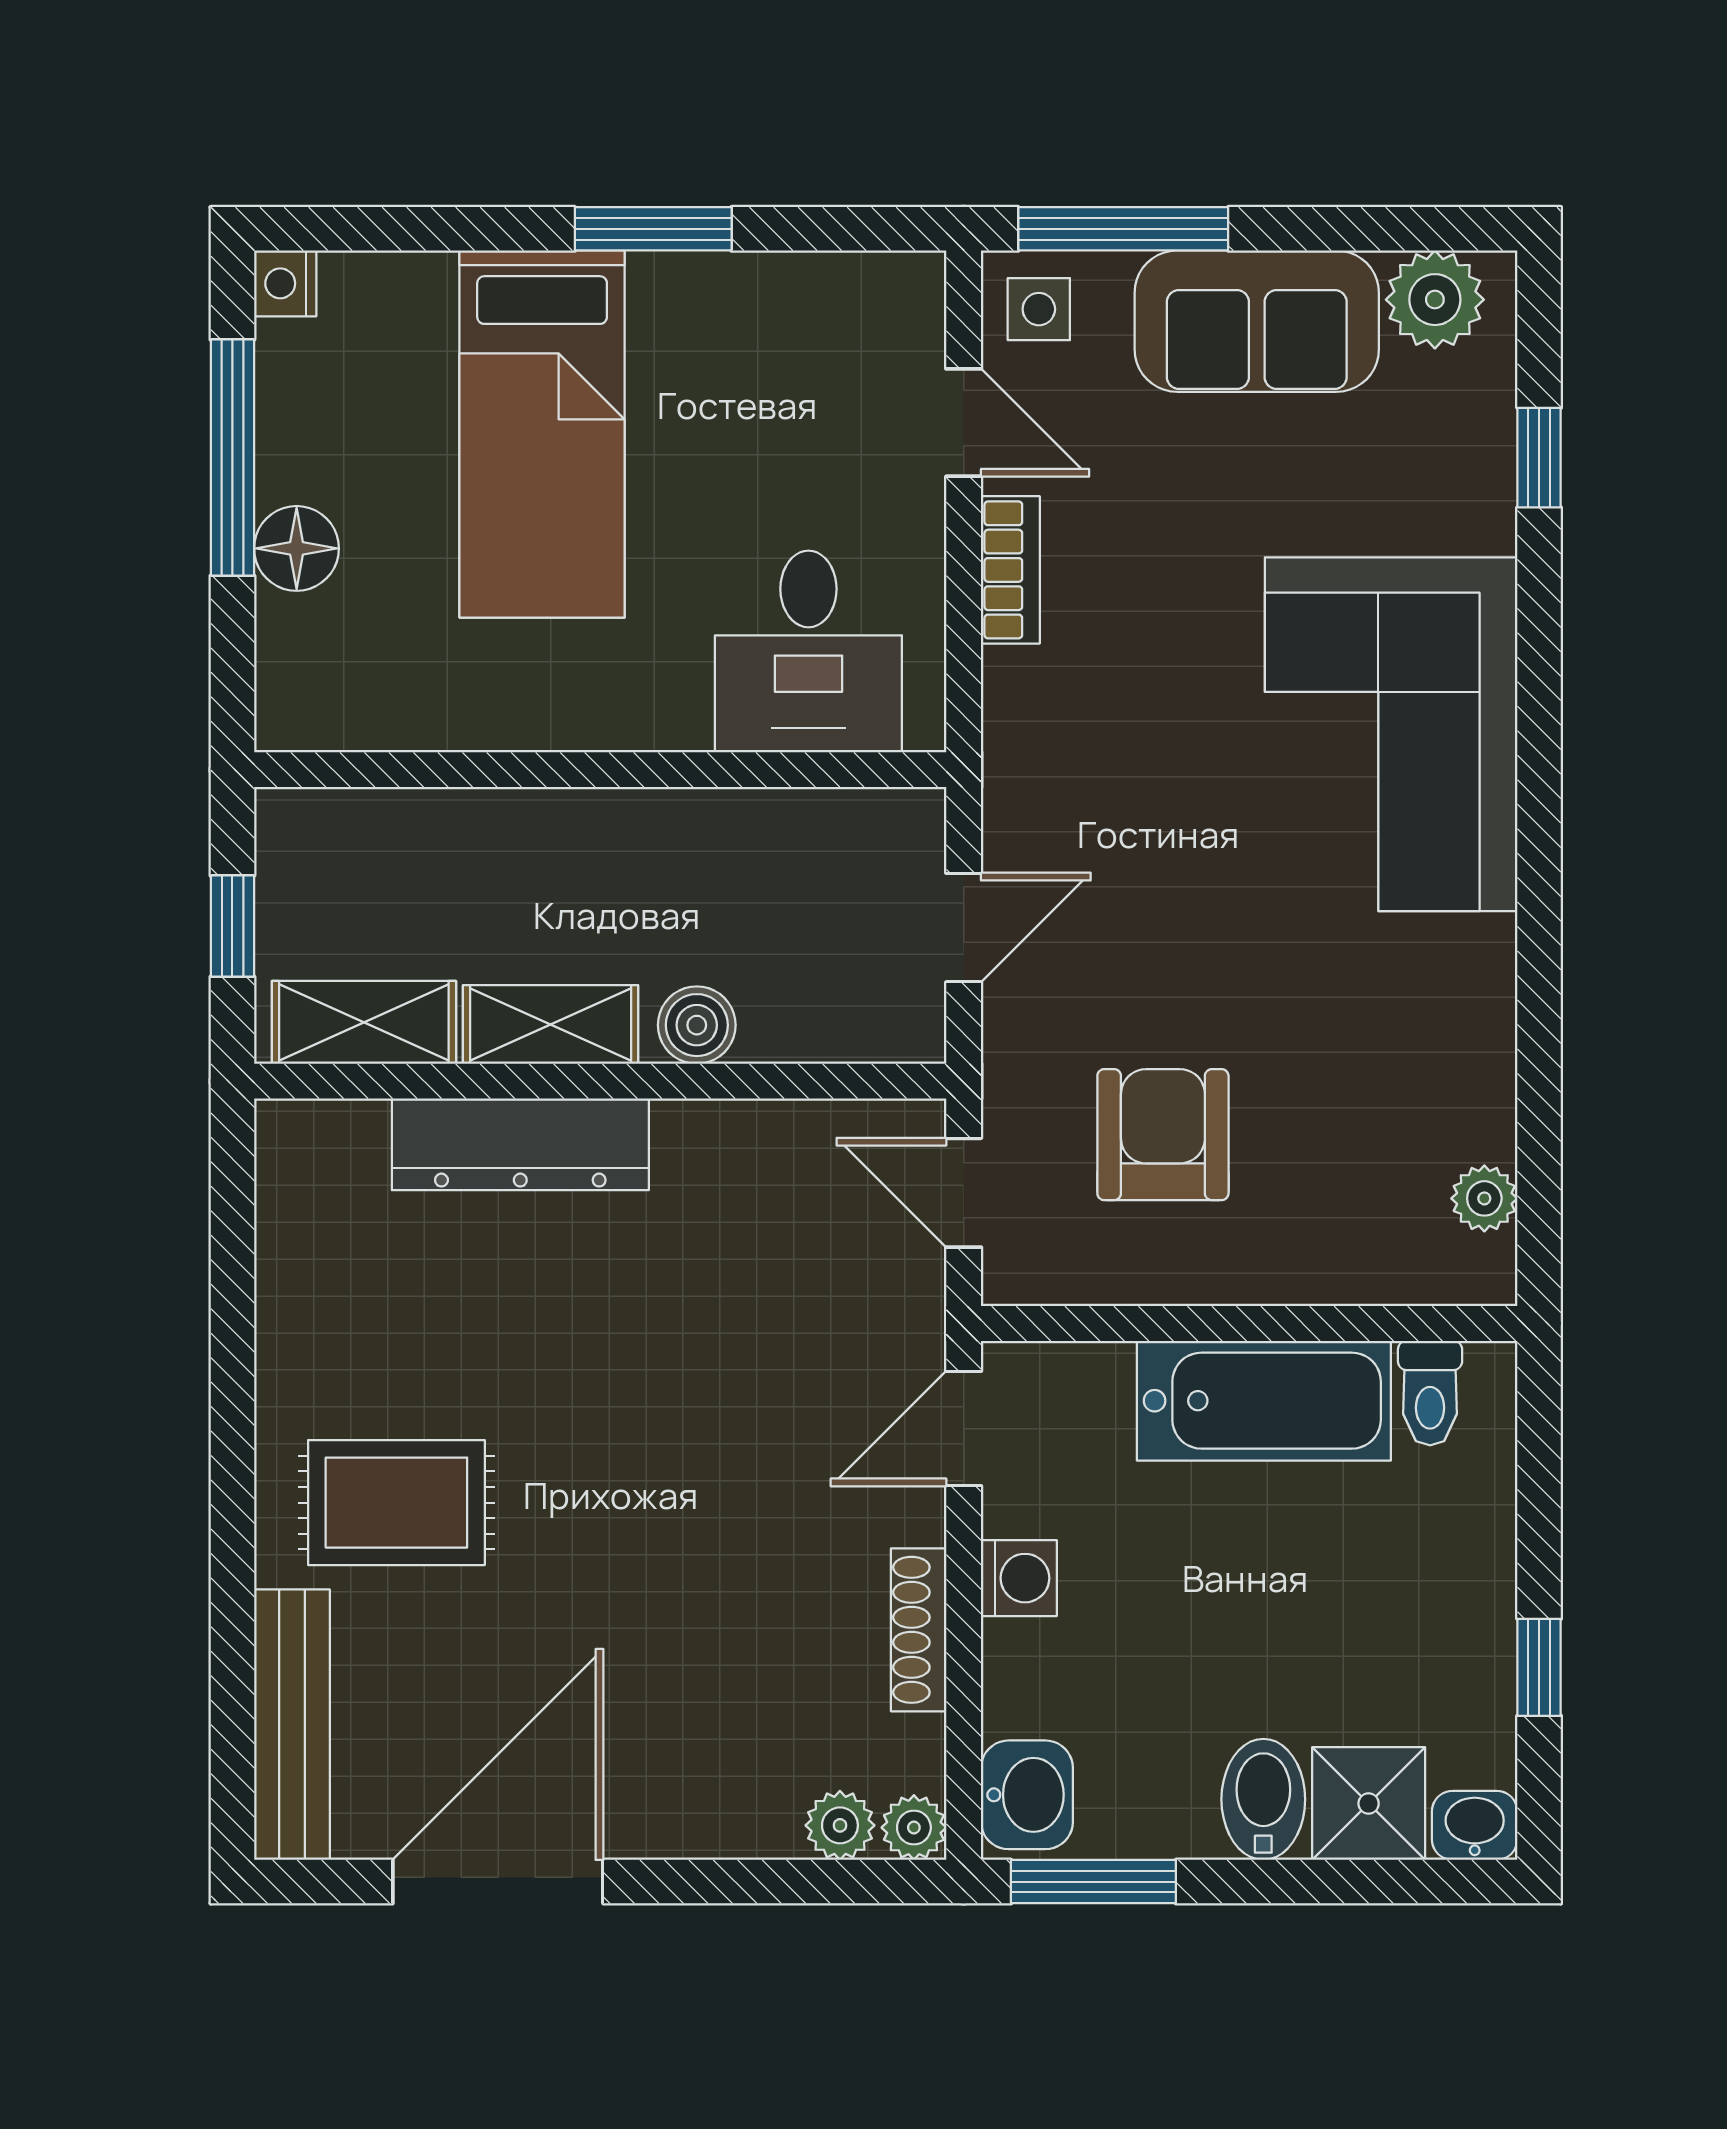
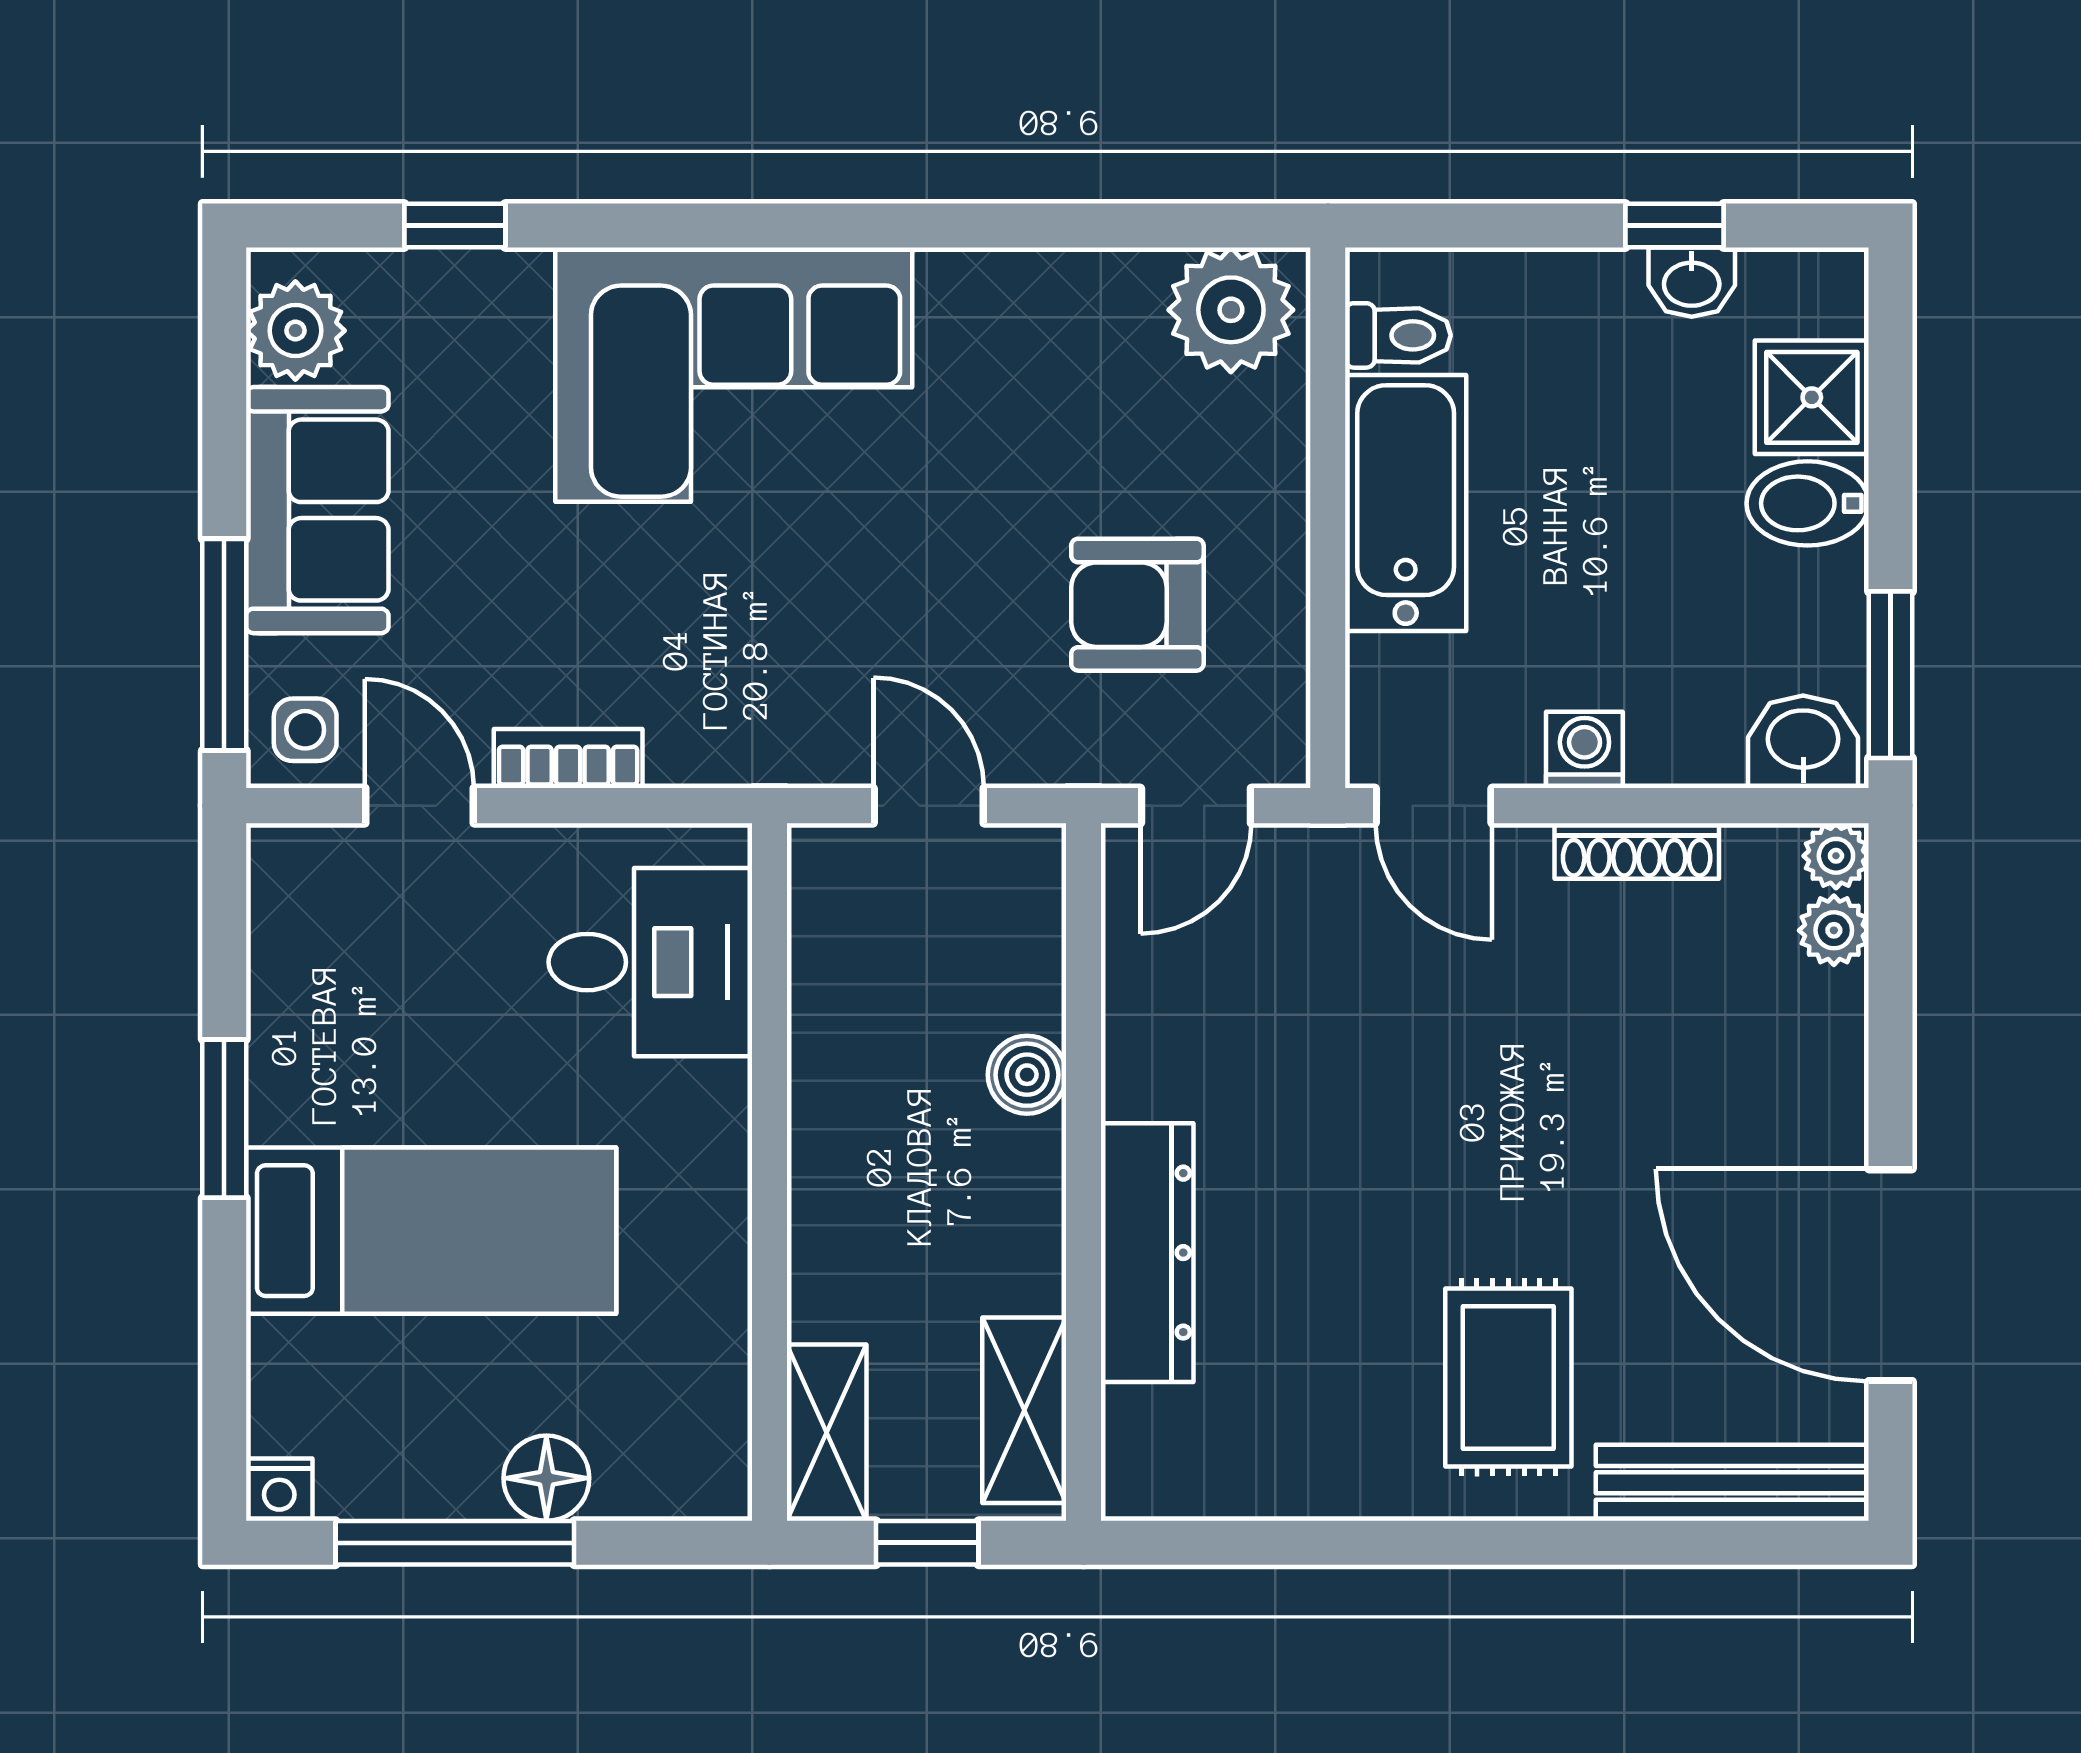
door: (964, 423) -> (420, 806), hinge flipped
shelving: (551, 1024) -> (827, 1433), moved
plant: (1484, 1198) -> (1231, 310), width x1.88, depth x1.88
washbasin: (1475, 1825) -> (1692, 282), moved, turned -90

